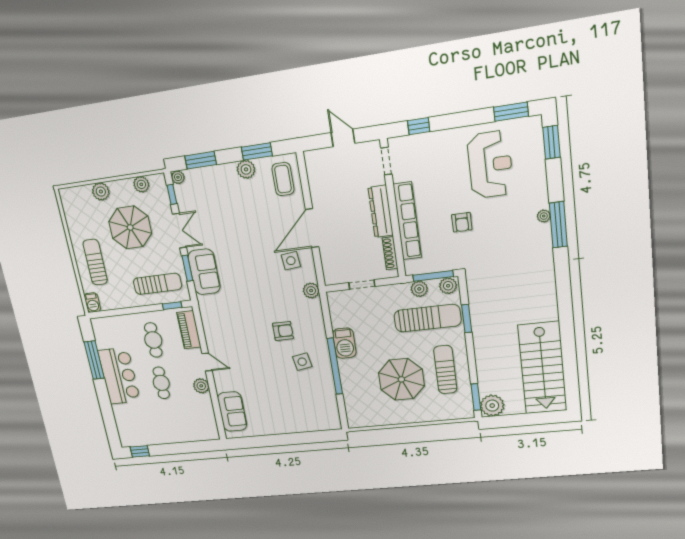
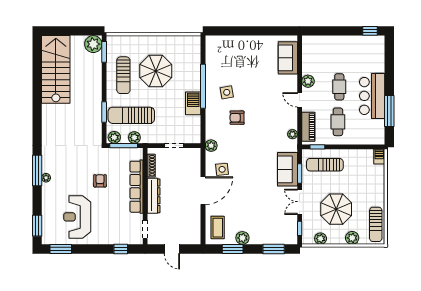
plant: (178, 177) -> (292, 134), moved
sun lounger: (95, 262) -> (376, 224), moved

